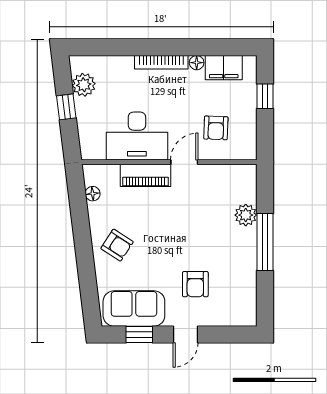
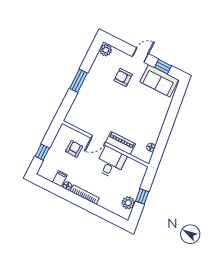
filing cabinet: (224, 68) -> (60, 179), width x0.50
desk: (137, 136) -> (111, 162), width x0.73
plant: (246, 215) -> (106, 50), moved
window: (265, 242) -> (78, 81), width x0.69
armchair: (117, 245) -> (152, 116), removed
armchair: (195, 284) -> (123, 77), turned -90

